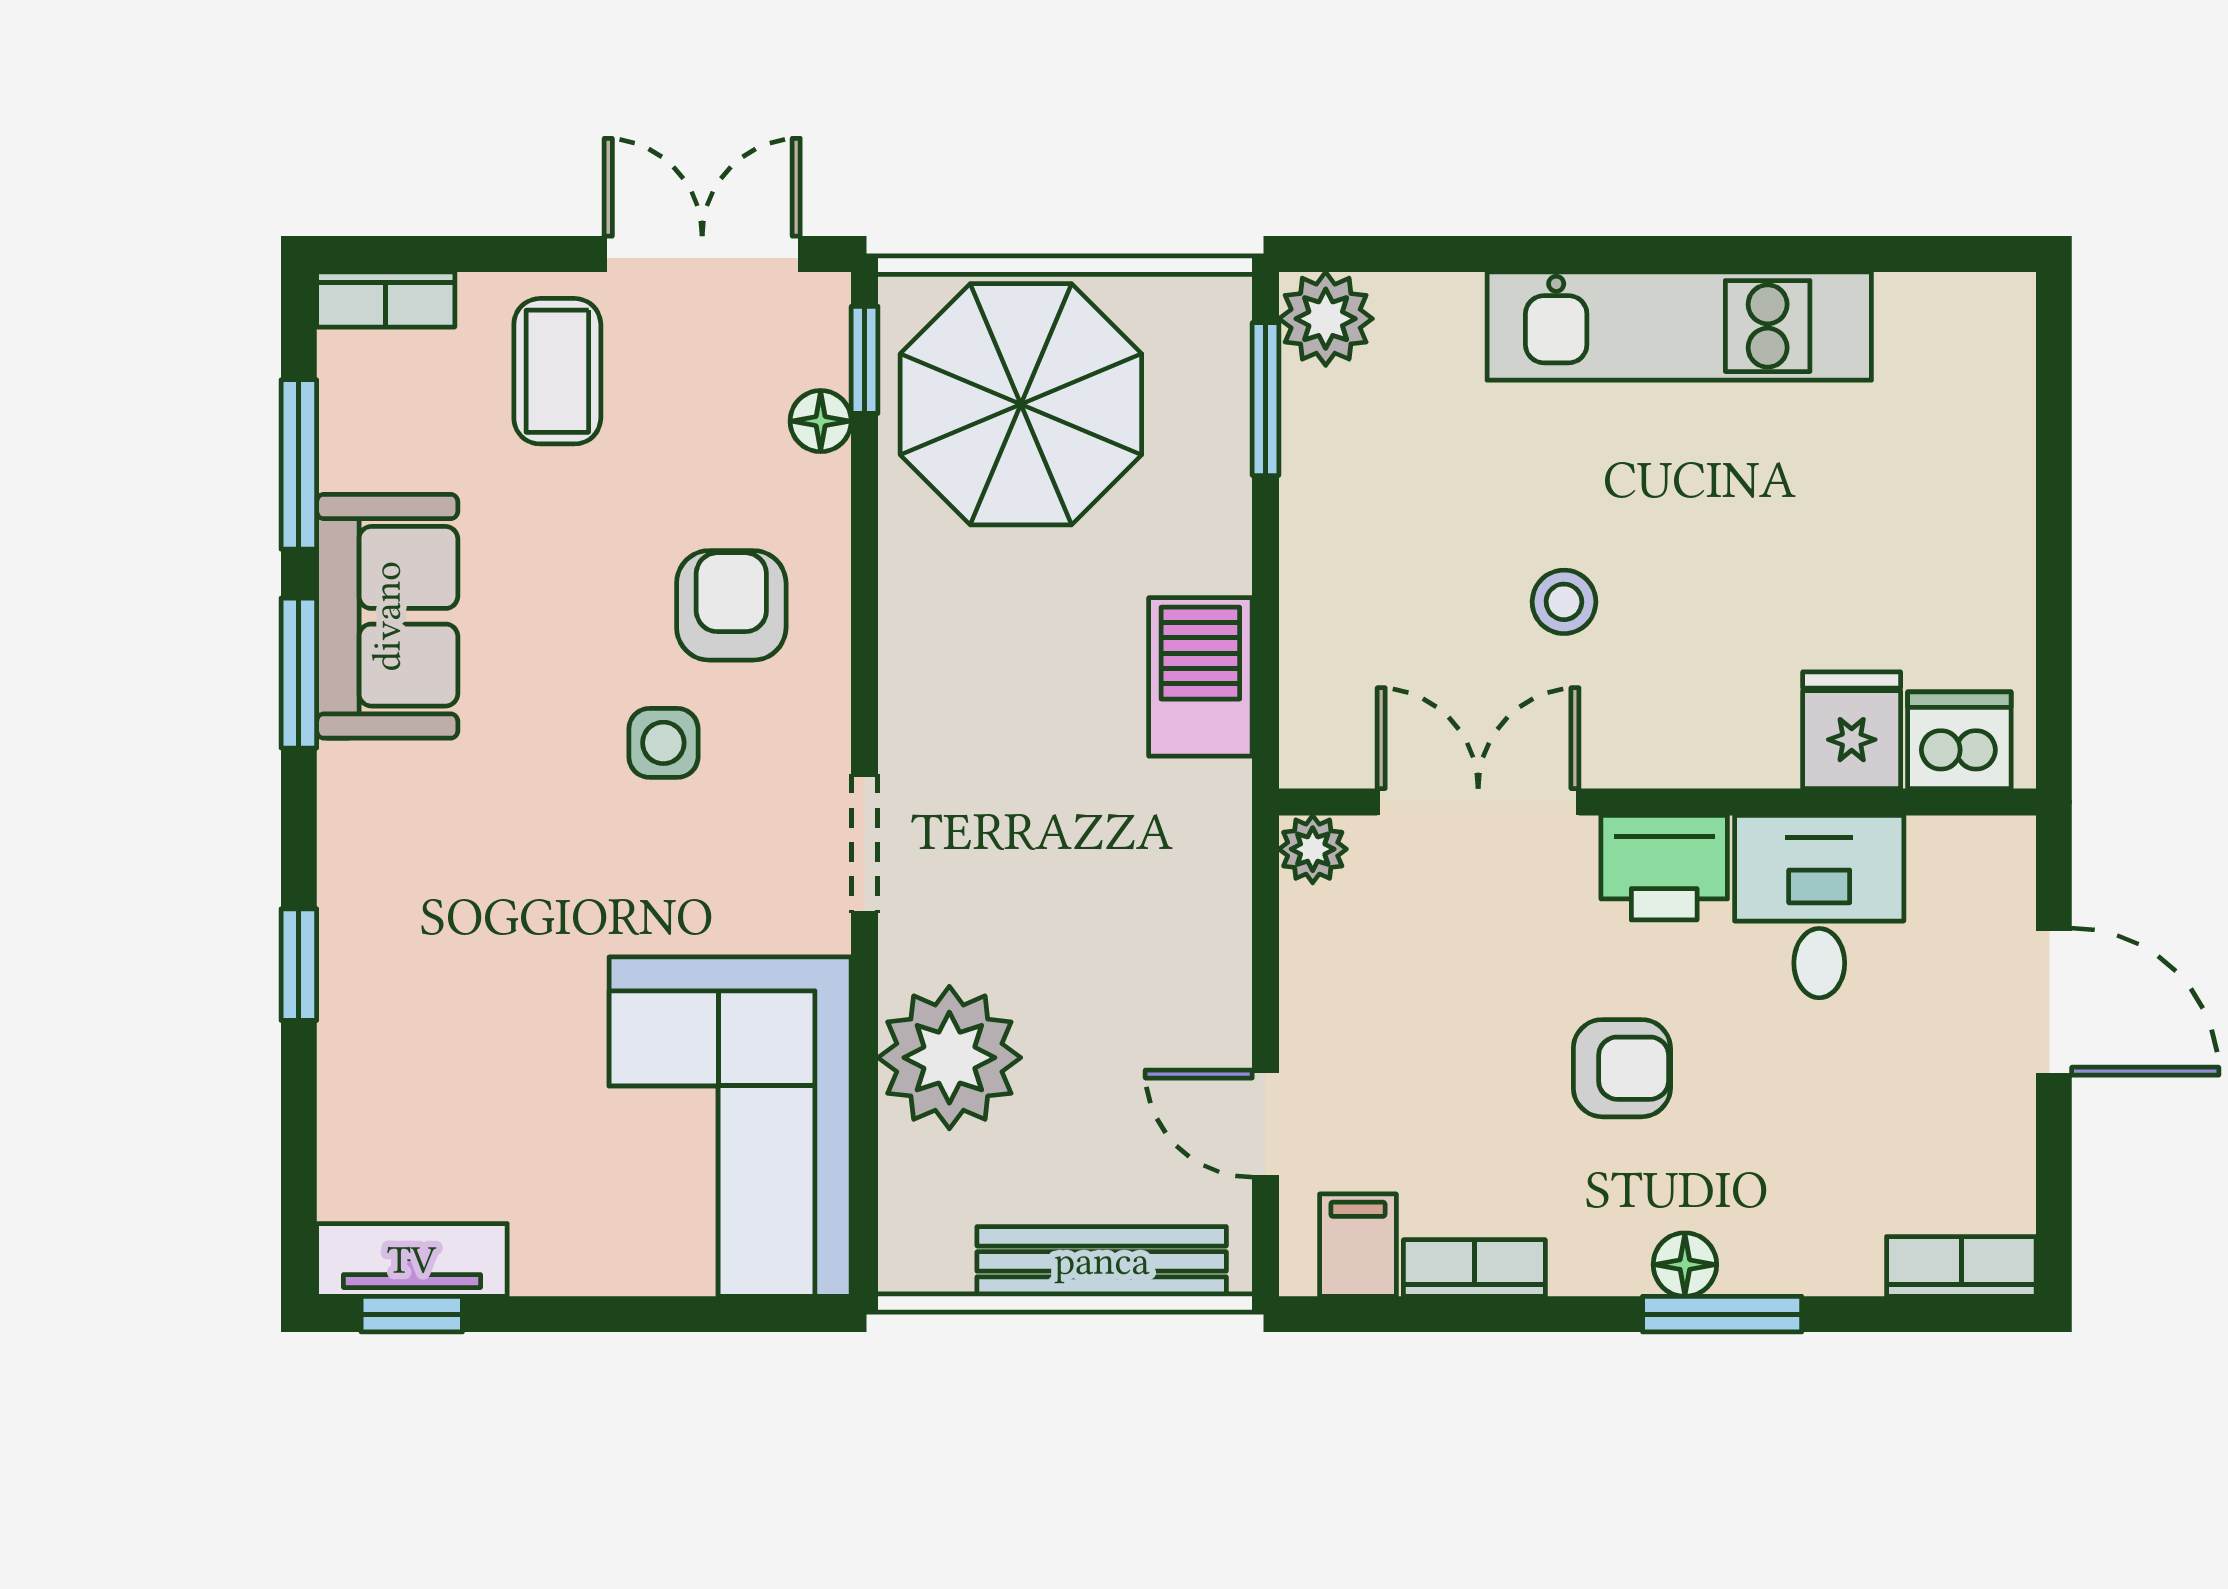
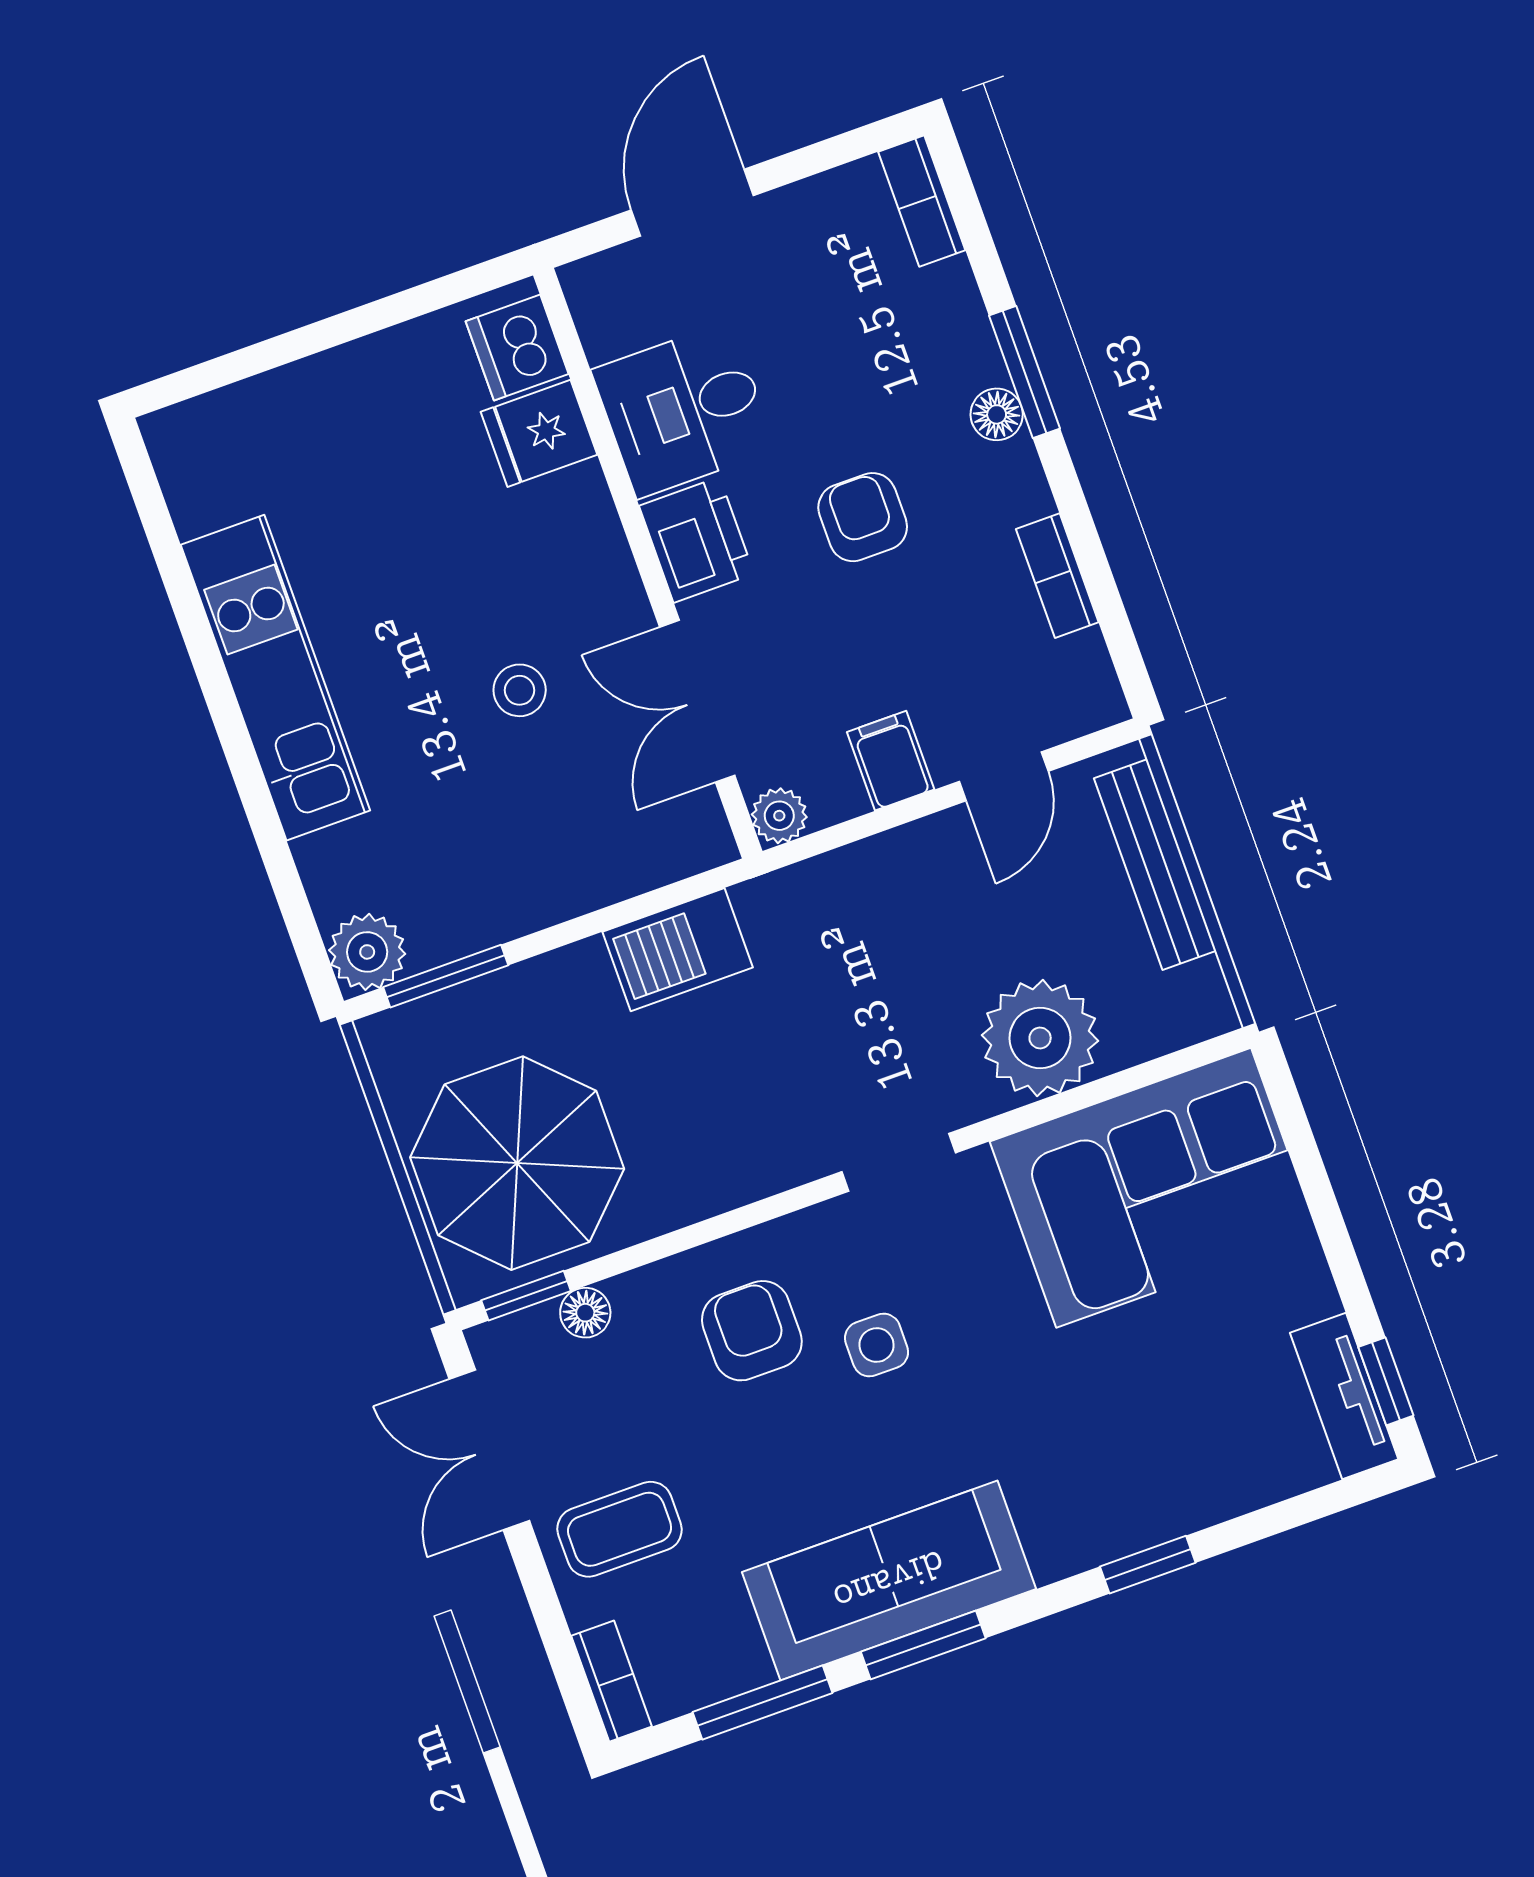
armchair: (731, 605) -> (752, 1331), turned 90
sofa: (387, 616) -> (889, 1581), width x1.36
filing cabinet: (1358, 1245) -> (891, 761), moved, turned 90

